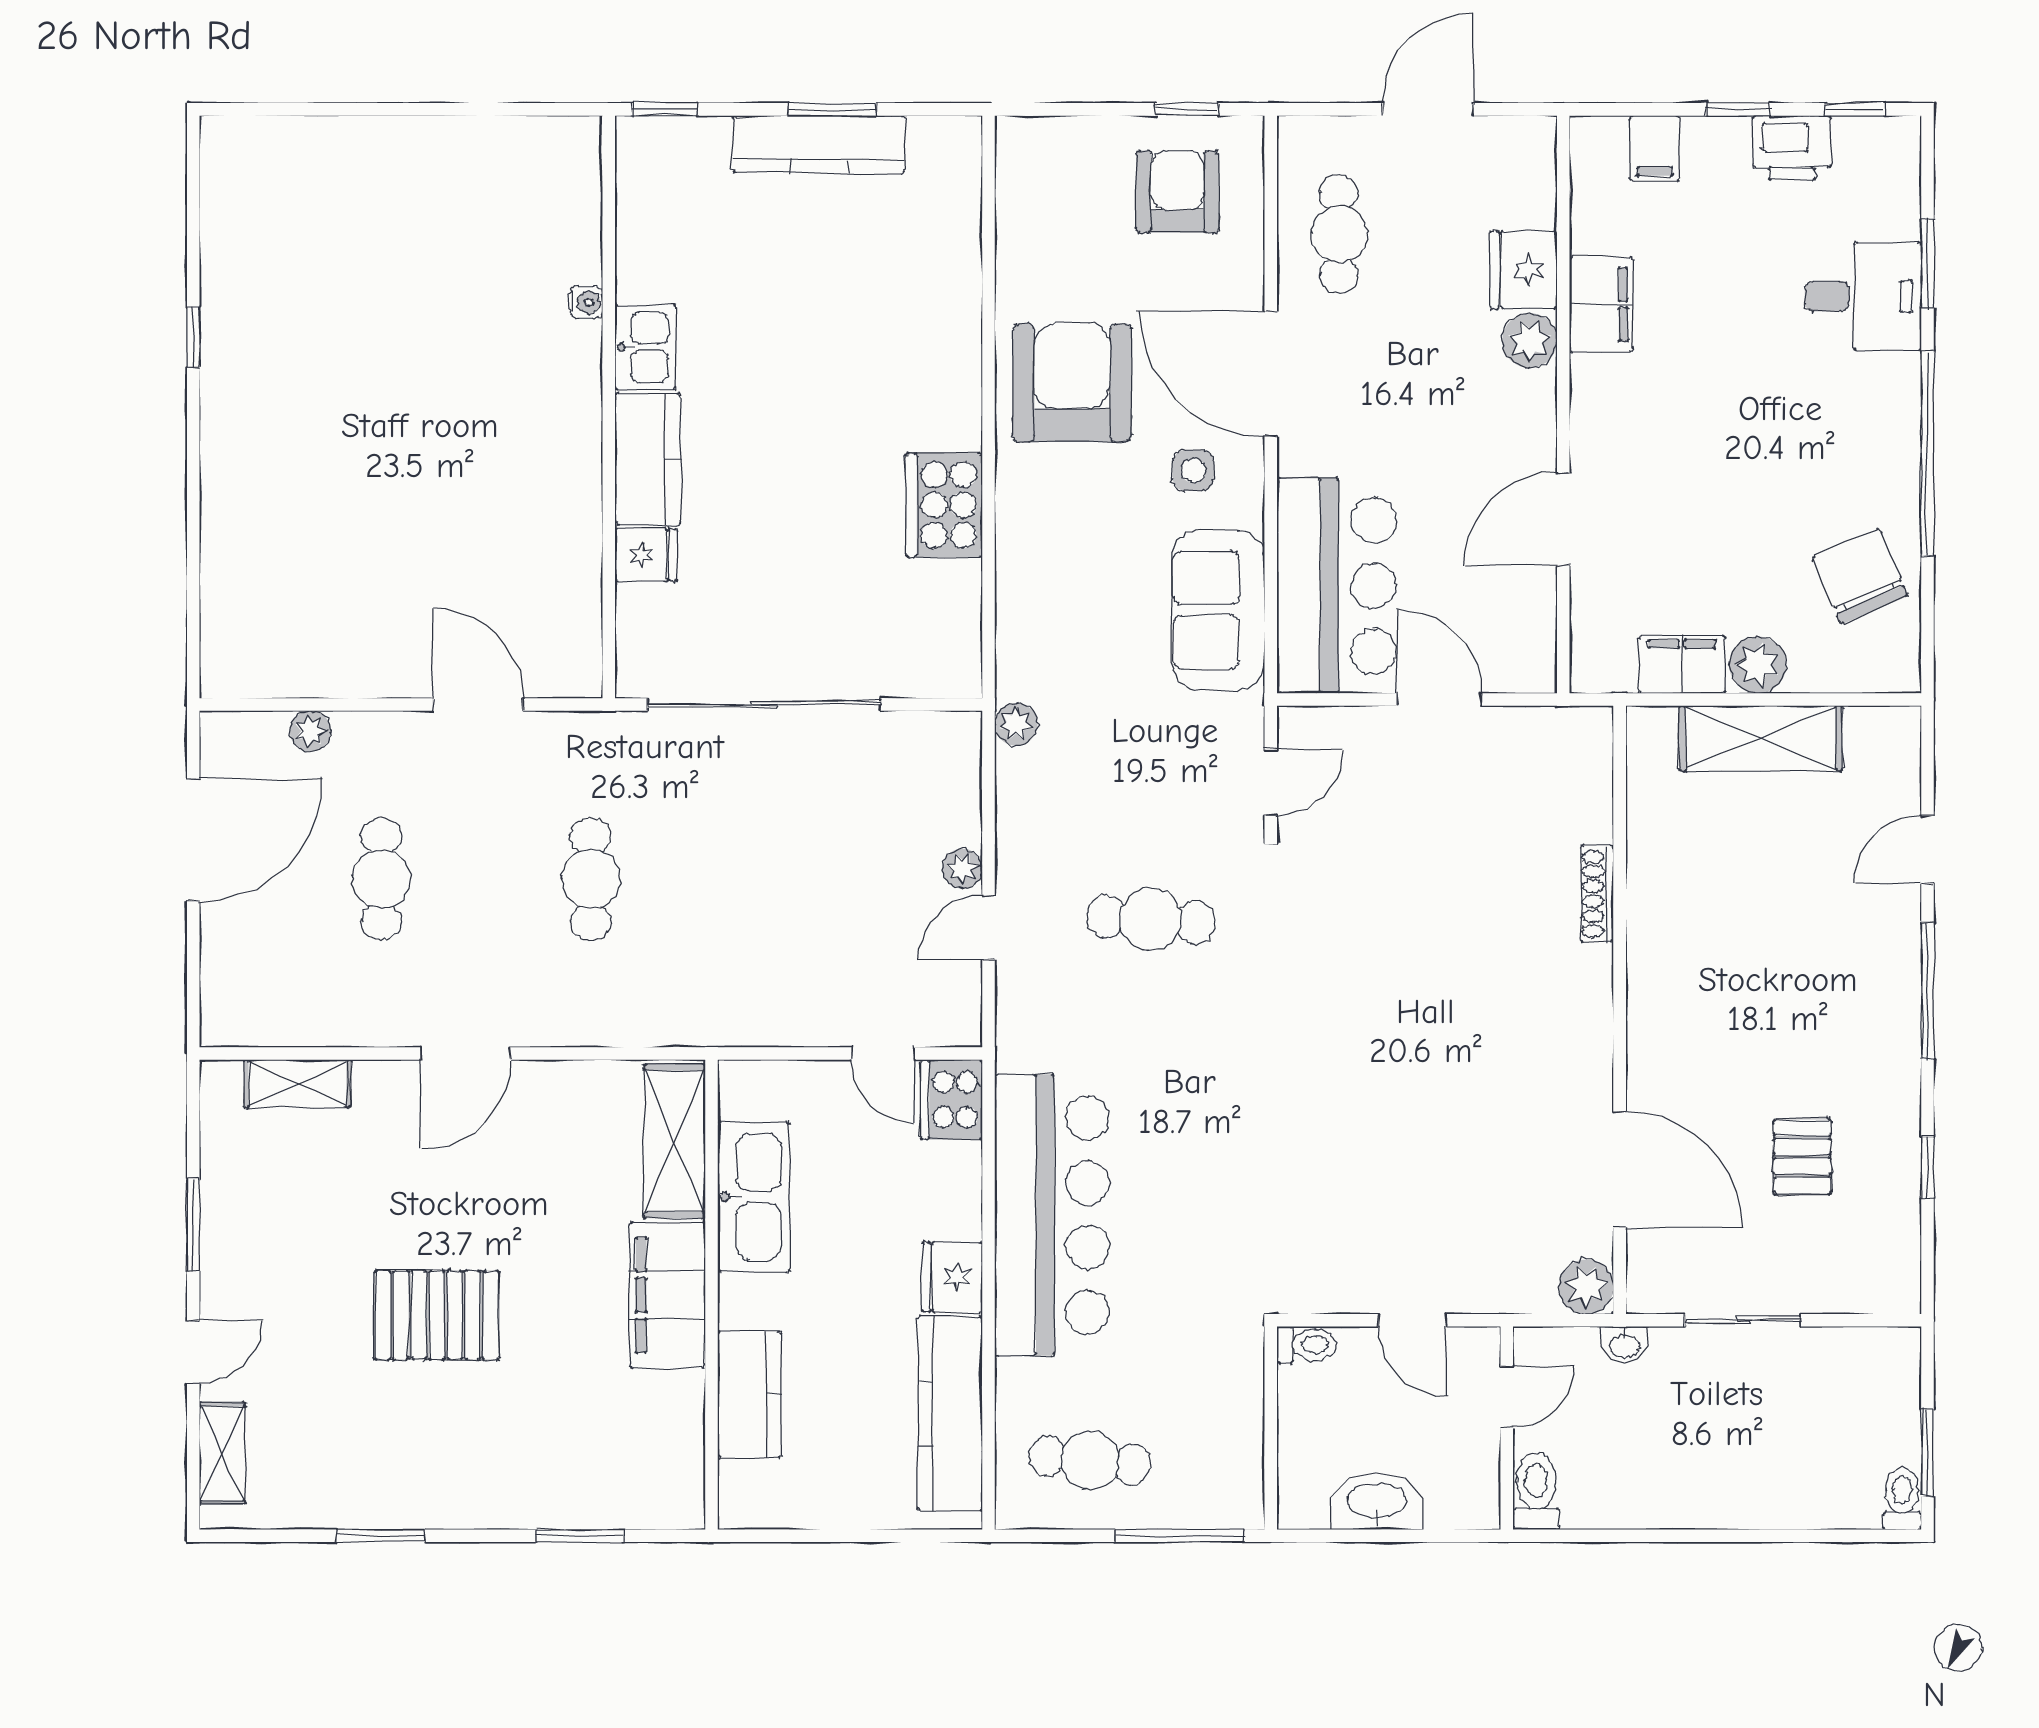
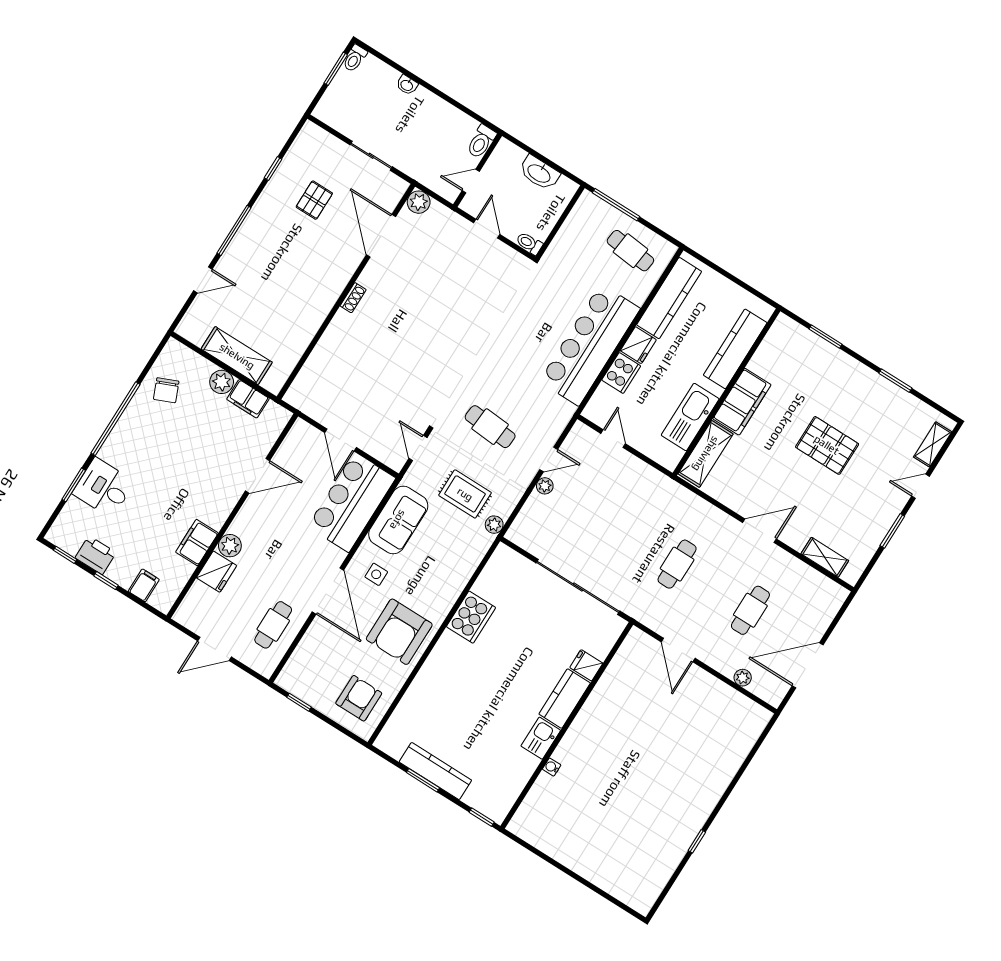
armchair: (1177, 192) -> (359, 698), moved, turned 180
chair: (1860, 576) -> (166, 390), width x0.73, depth x0.73
rug: (1115, 749) -> (465, 494), added
door: (1271, 783) -> (418, 448), hinge flipped
shoe rack: (1597, 894) -> (353, 298), moved, width x0.70
cooker: (951, 1100) -> (621, 373), moved
washbasin: (1624, 1345) -> (407, 85), moved, turned 180
kitchen counter: (749, 1394) -> (735, 349), width x1.50

